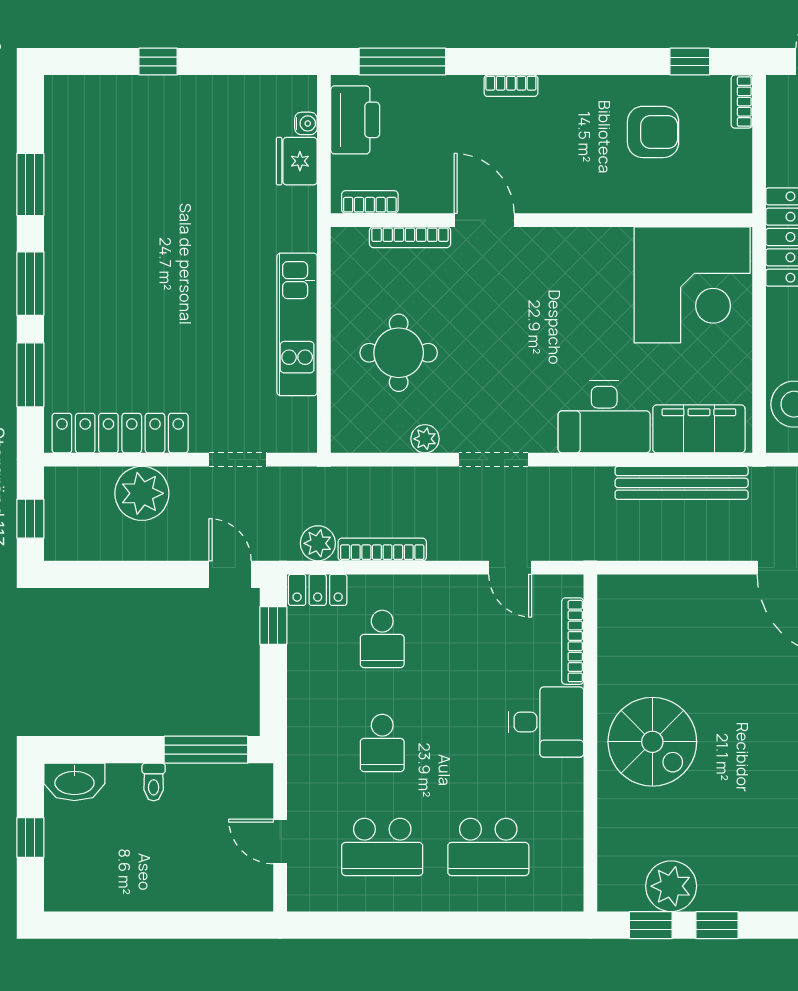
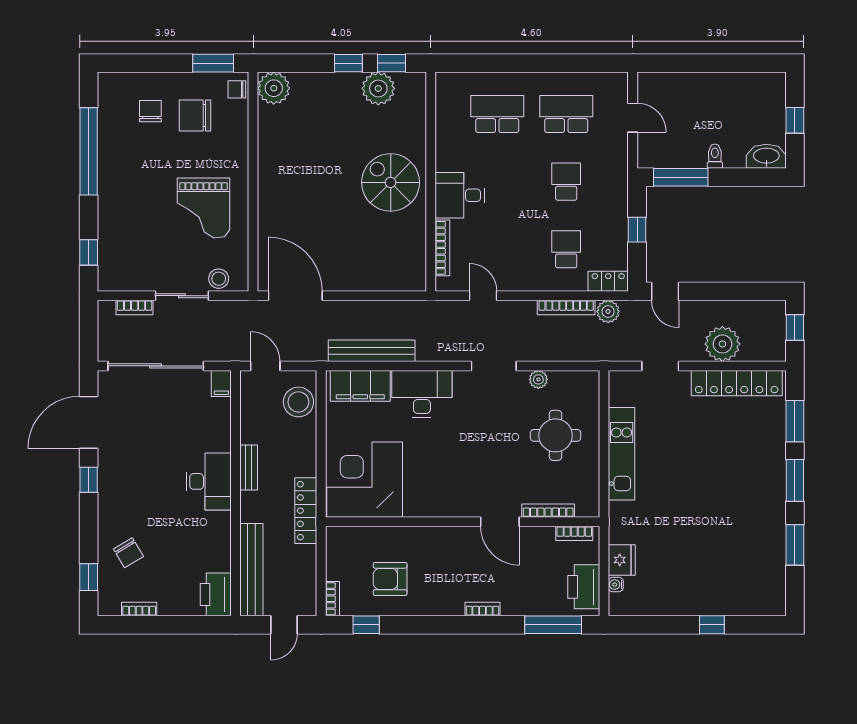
window: (273, 625) -> (637, 230), moved

